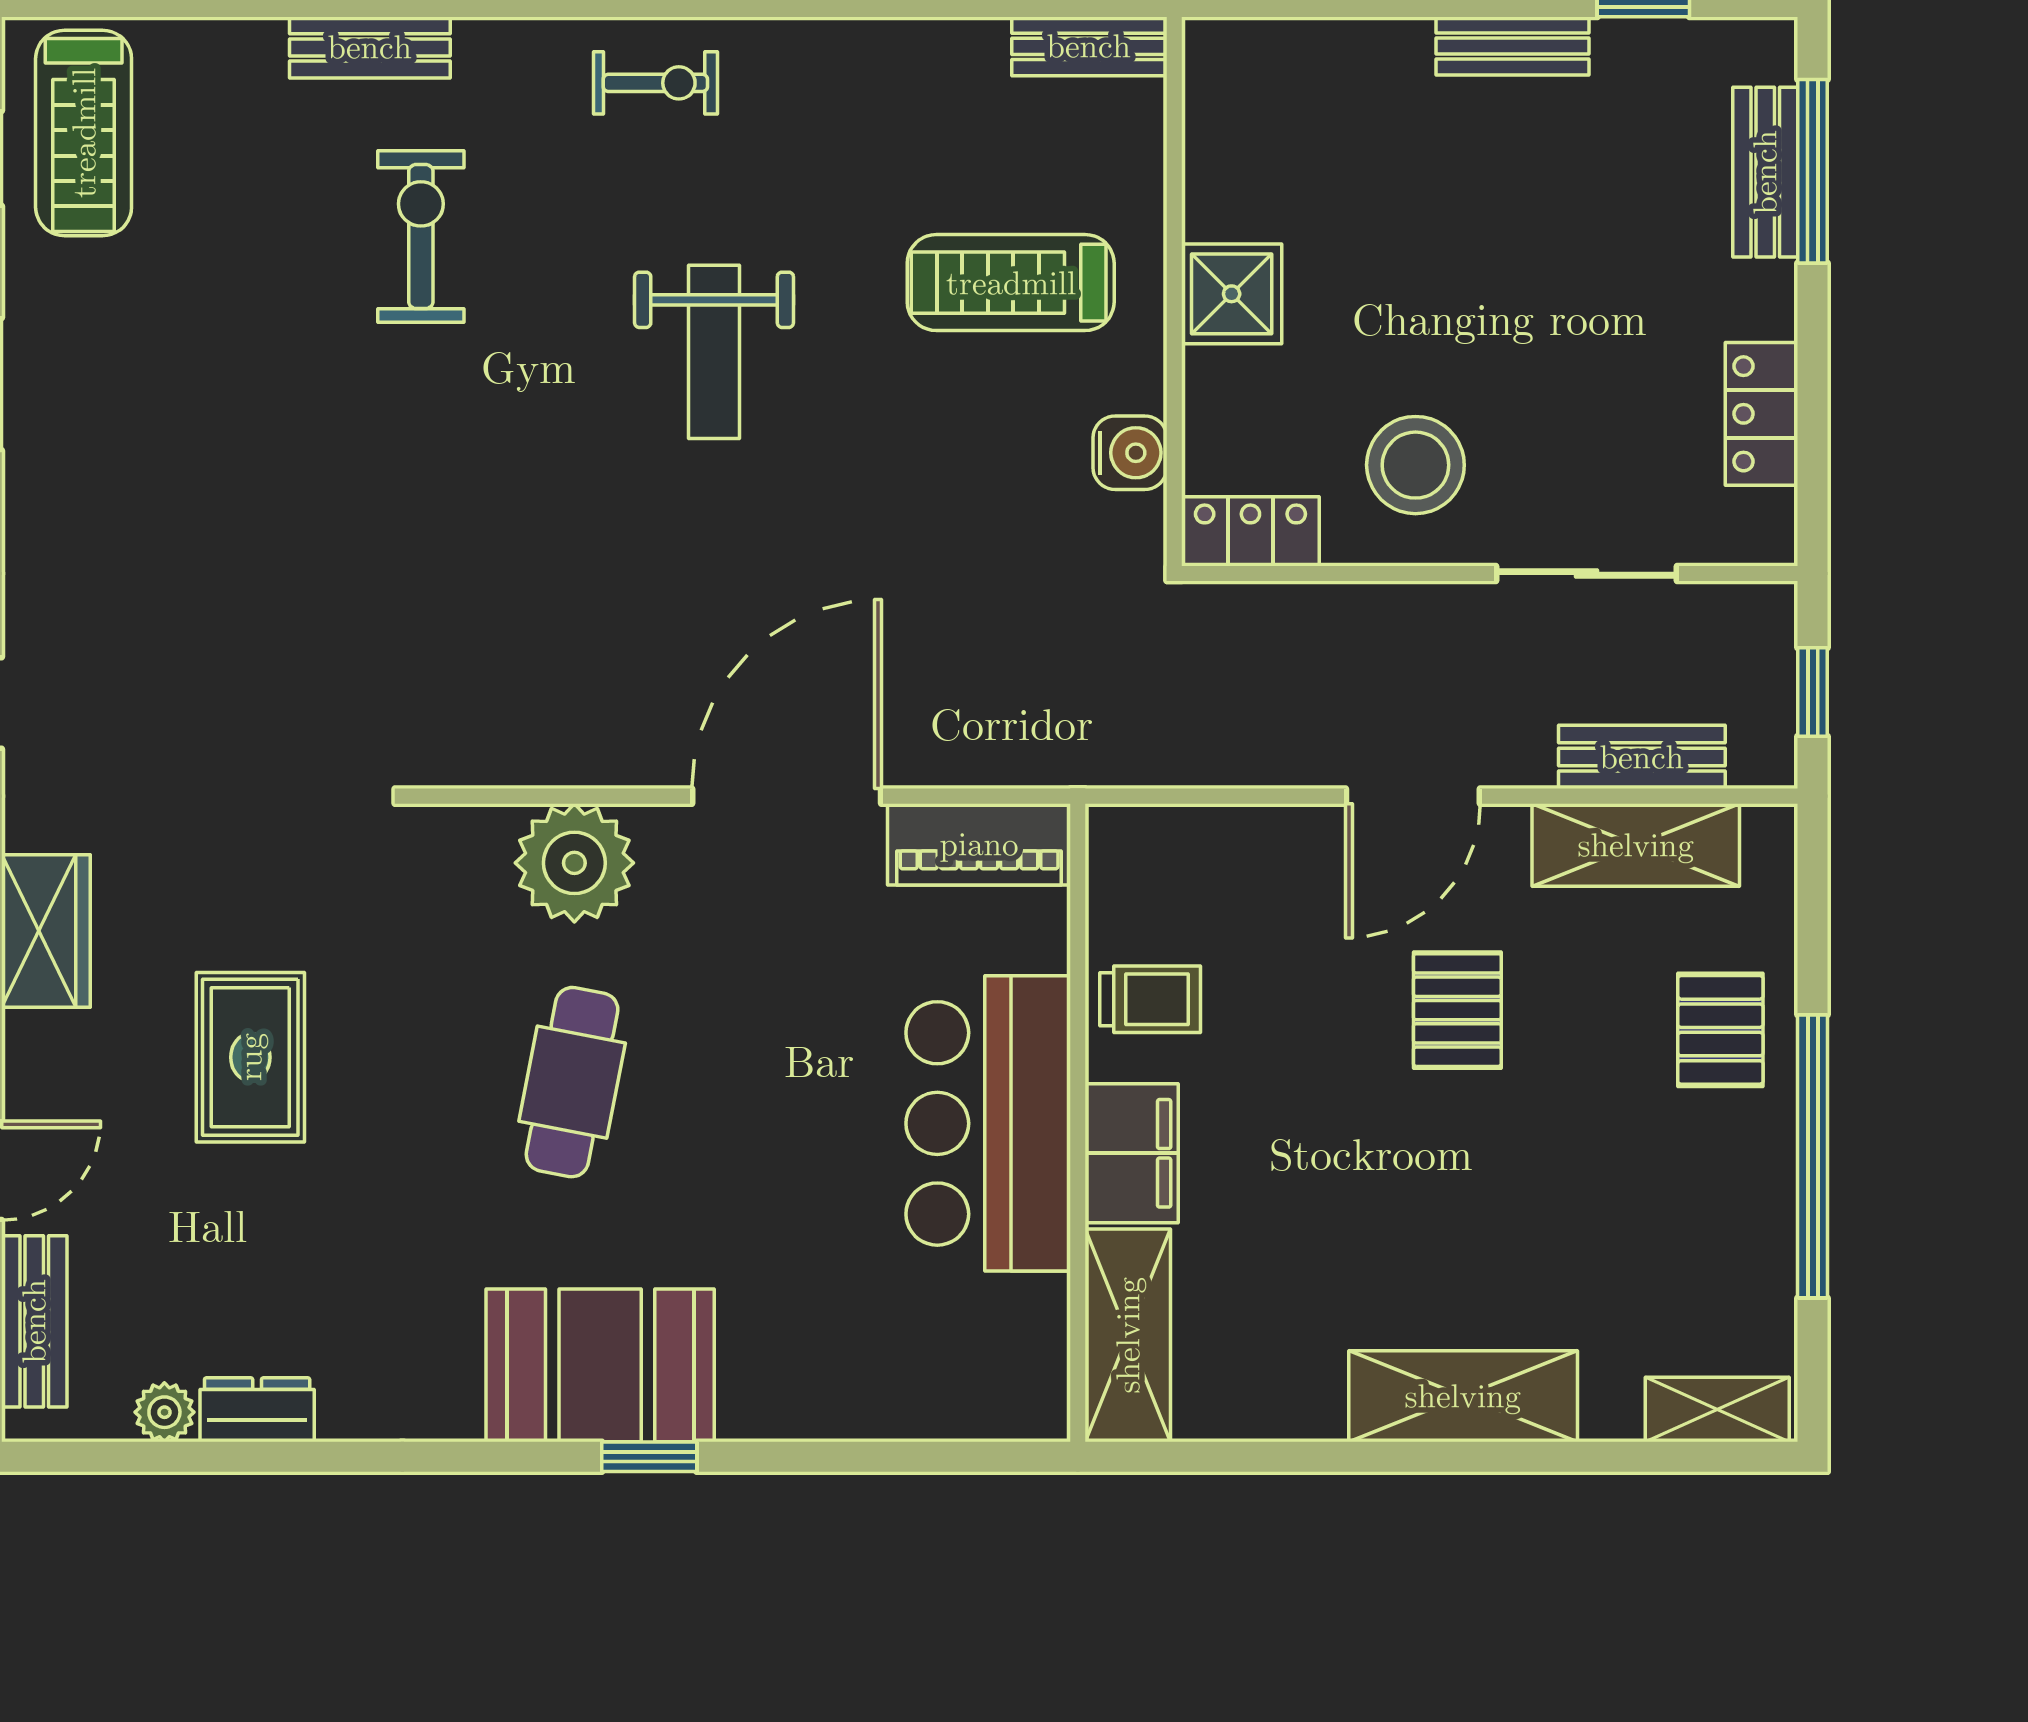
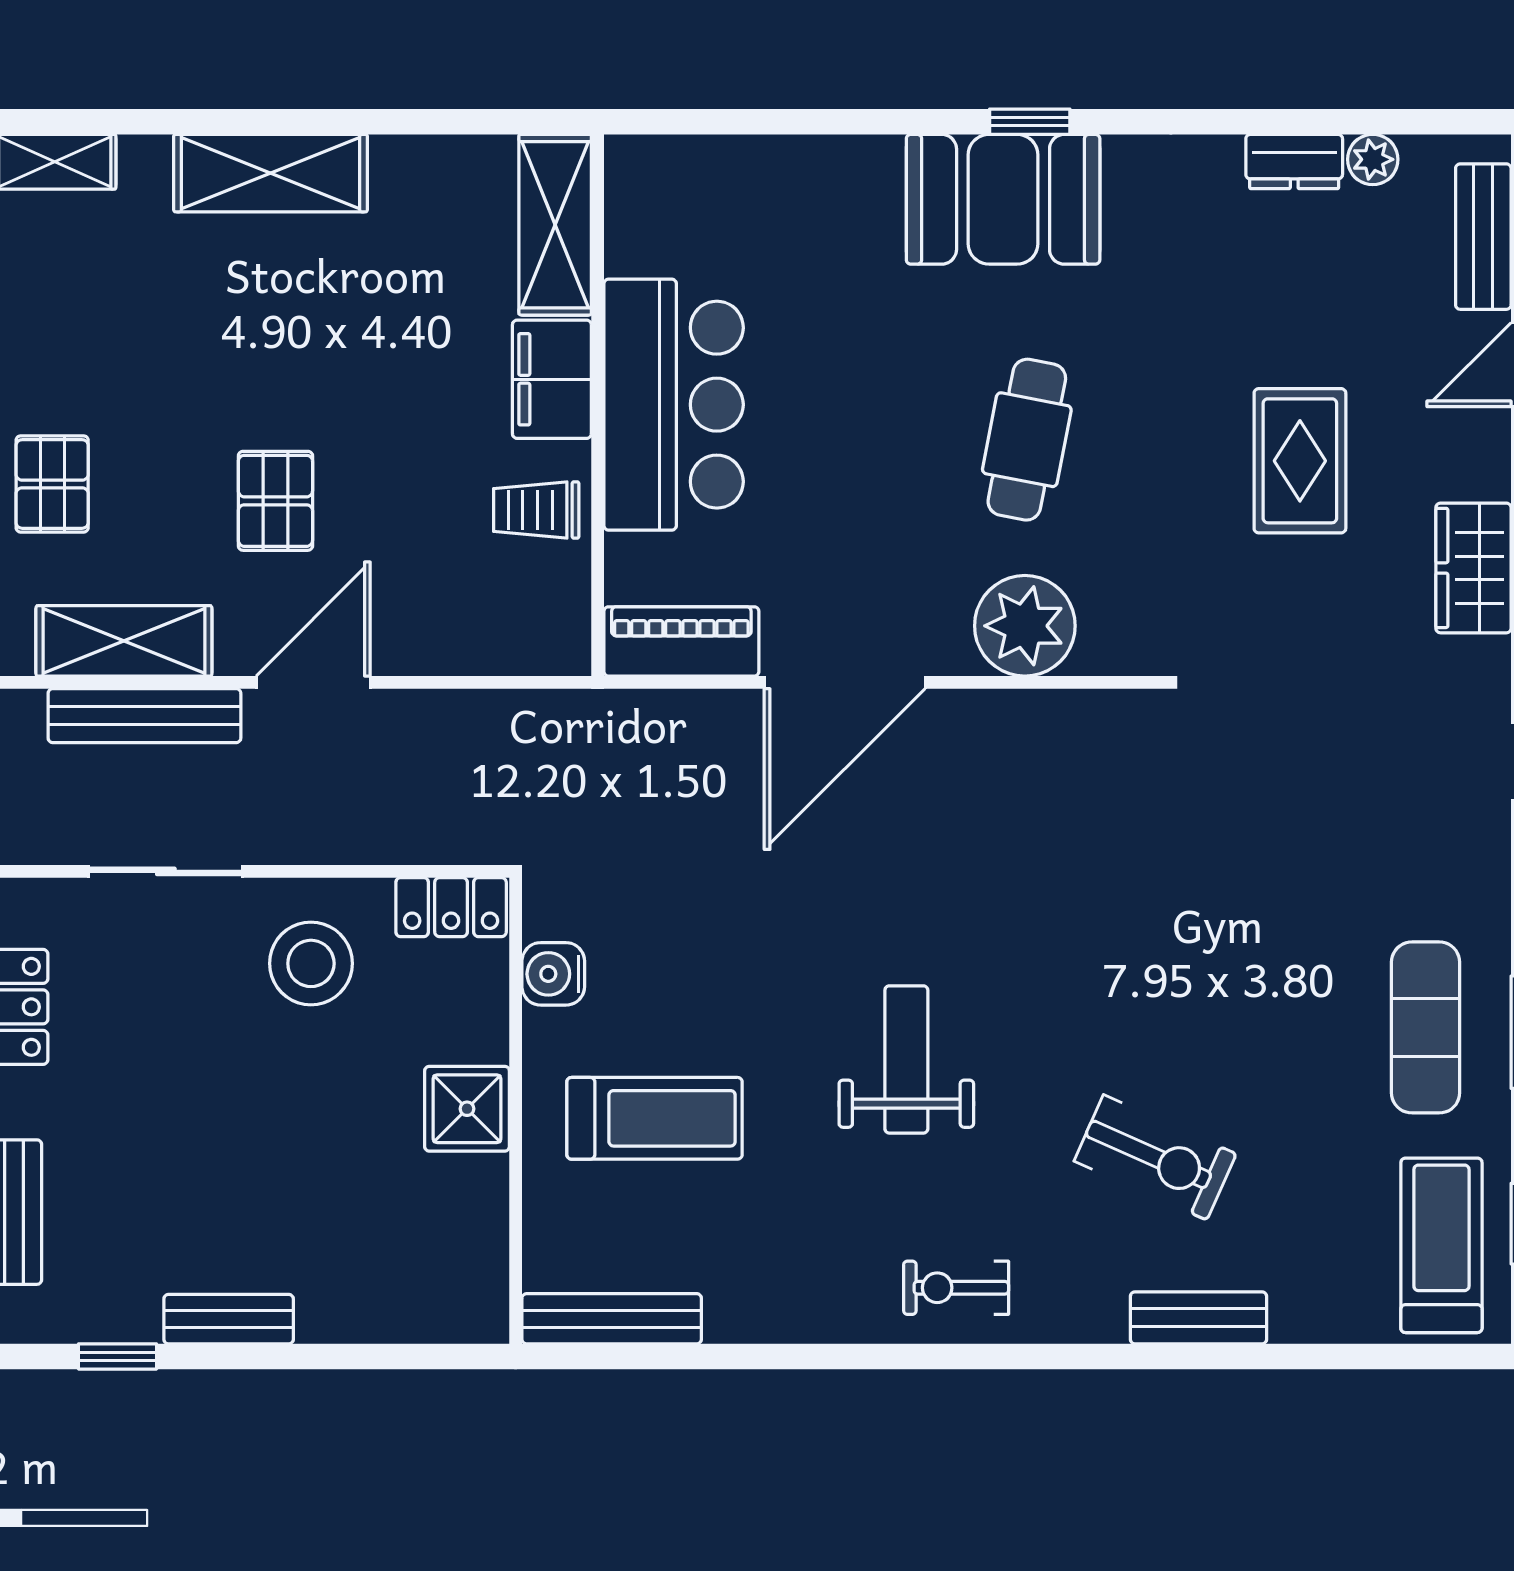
bench: (1089, 46) -> (612, 1319), width x1.36
exercise bike: (421, 237) -> (1155, 1157), turned -66
exercise mat: (102, 390) -> (1426, 1027), added
bench: (1642, 757) -> (144, 716), width x1.36
window: (649, 1457) -> (1030, 122), moved

